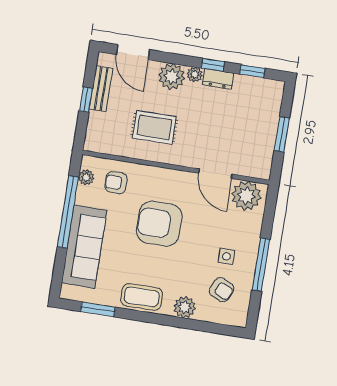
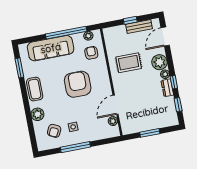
rug: (154, 127) -> (129, 63), turned 90
plant: (246, 196) -> (113, 121), width x0.53, depth x0.53

